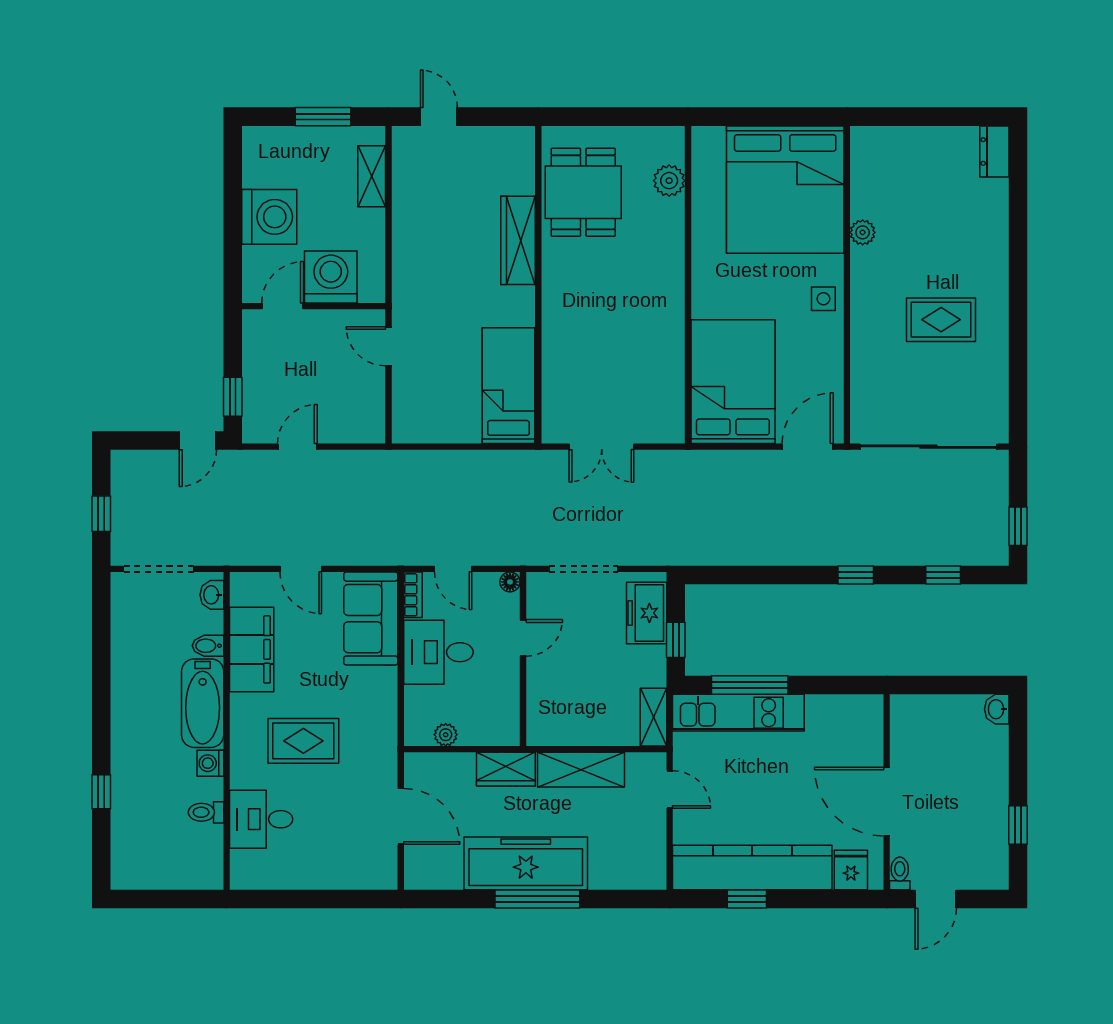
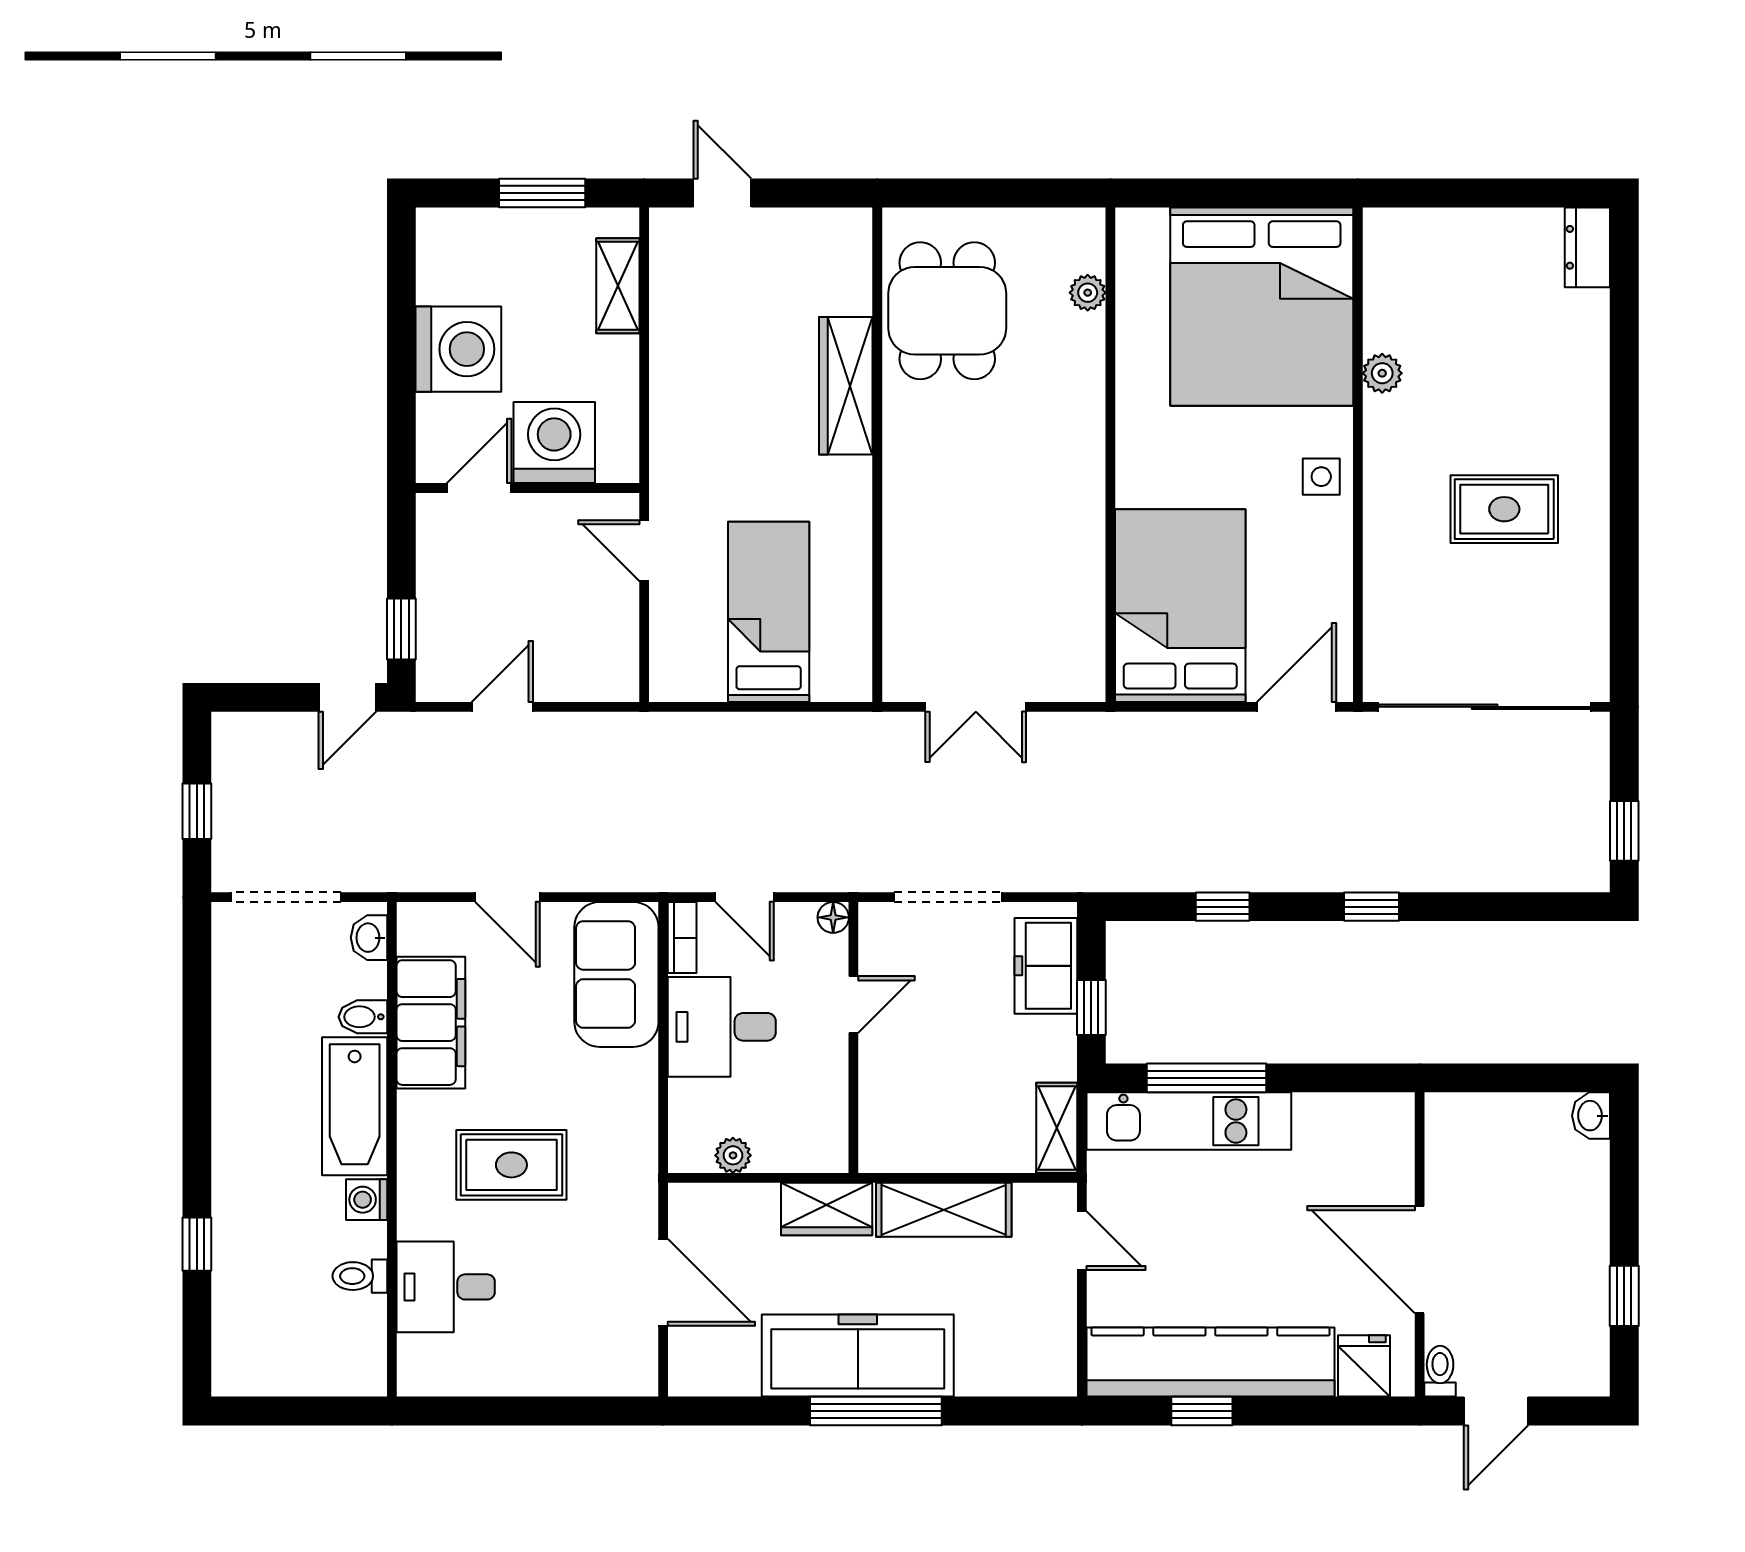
plant: (669, 181) -> (1088, 293), width x0.73, depth x0.73
bed: (508, 386) -> (769, 612), moved
window: (943, 575) -> (1223, 907), moved

